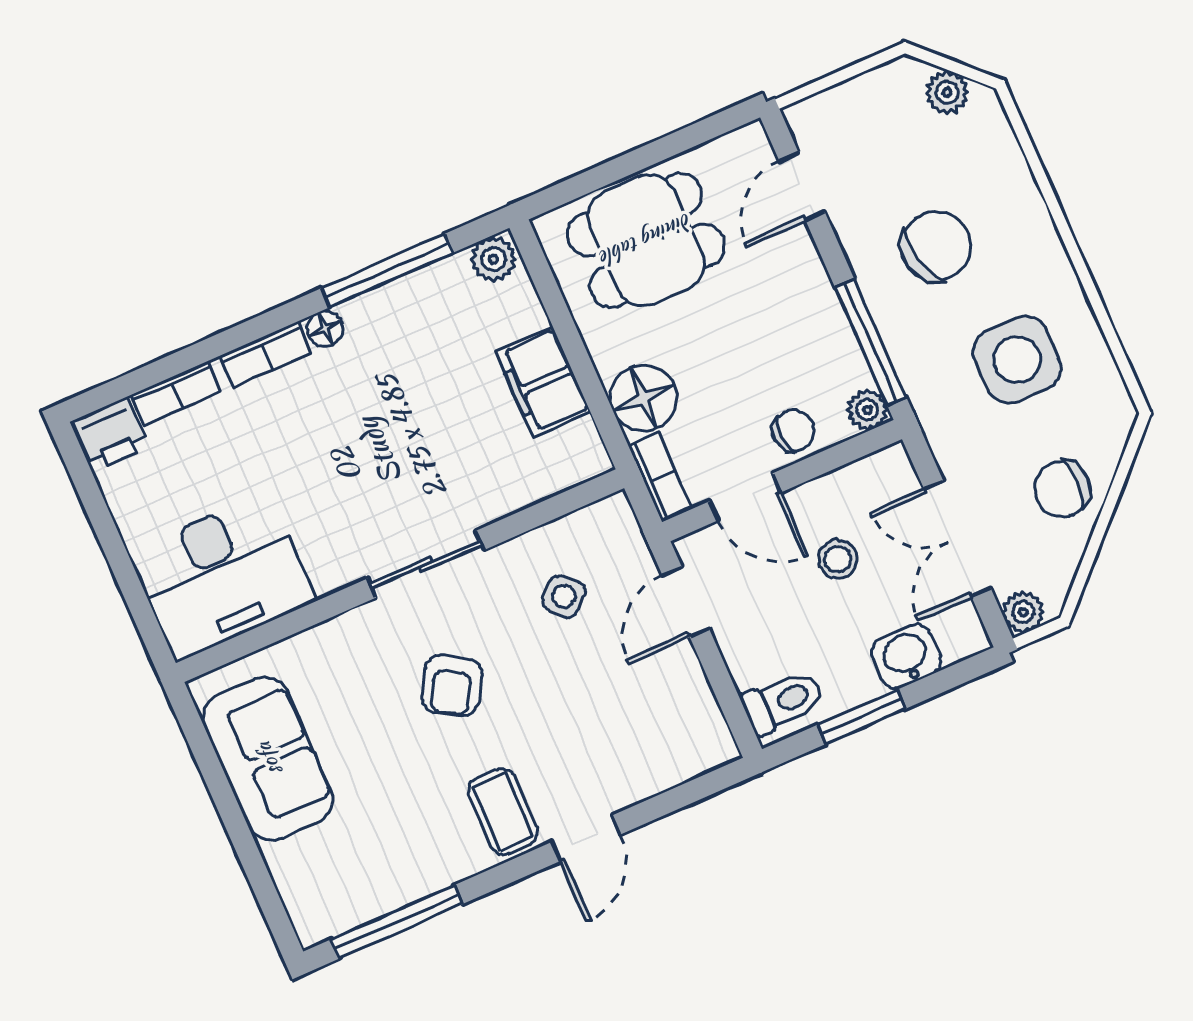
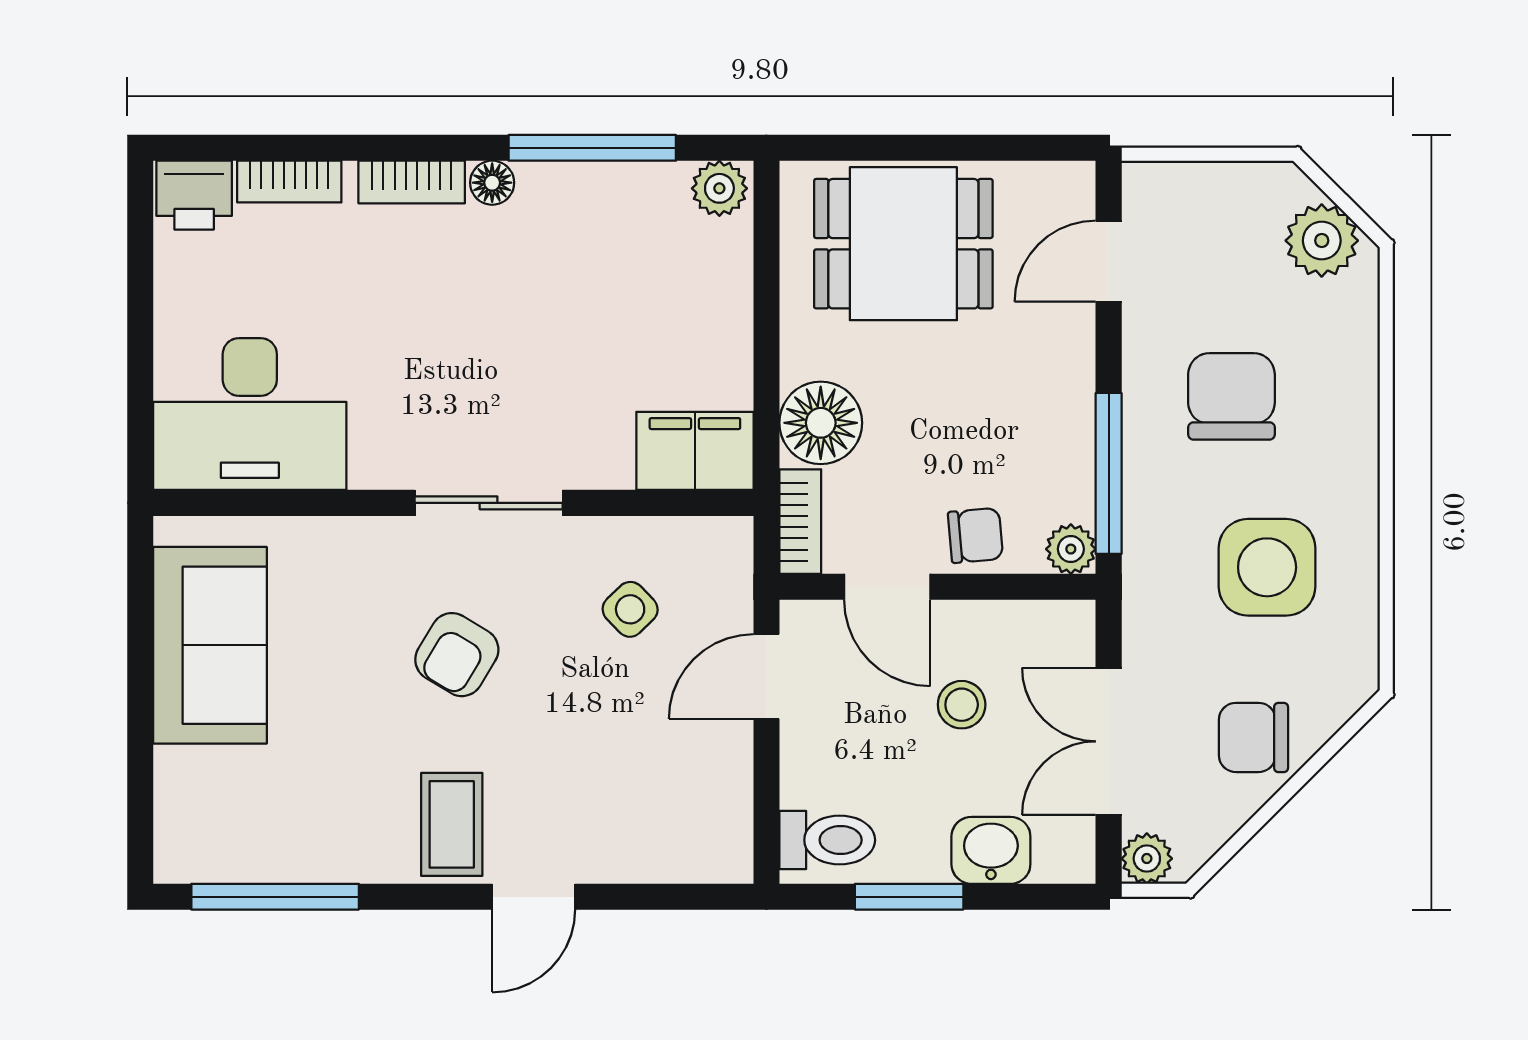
plant: (947, 92) -> (1322, 241), width x1.38, depth x1.38
chair: (936, 246) -> (1231, 396), turned -76
filing cabinet: (543, 382) -> (695, 451), moved, turned 90

